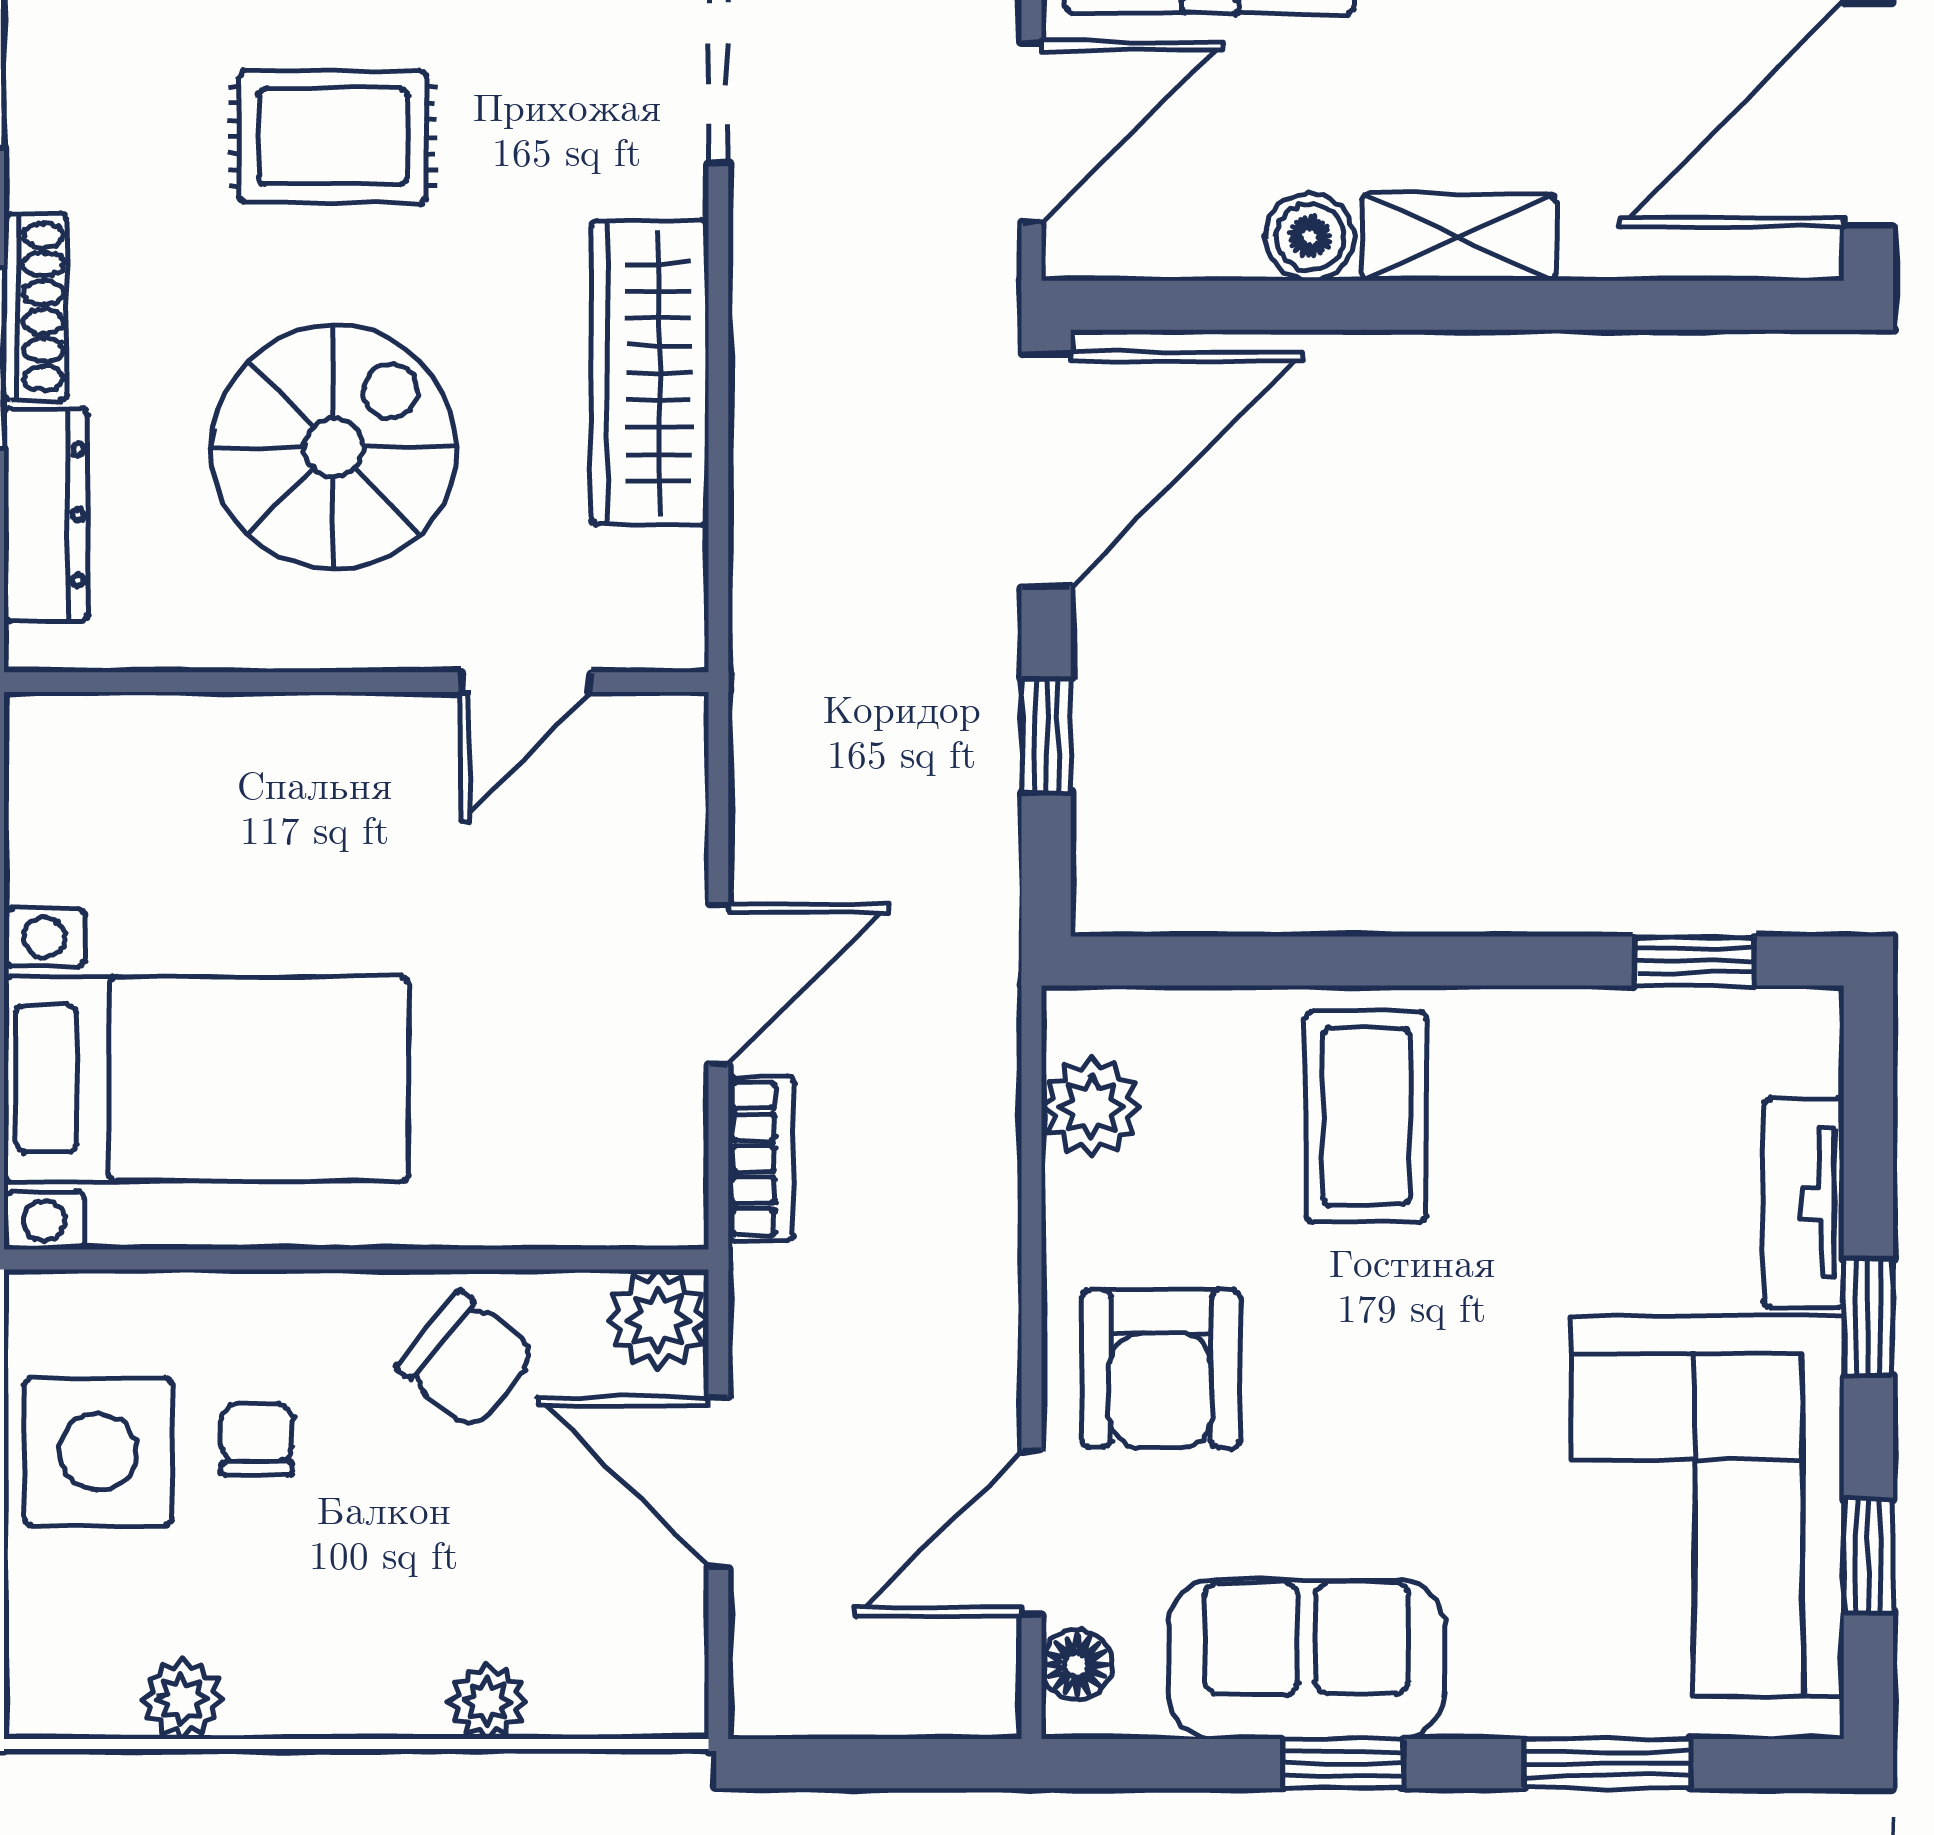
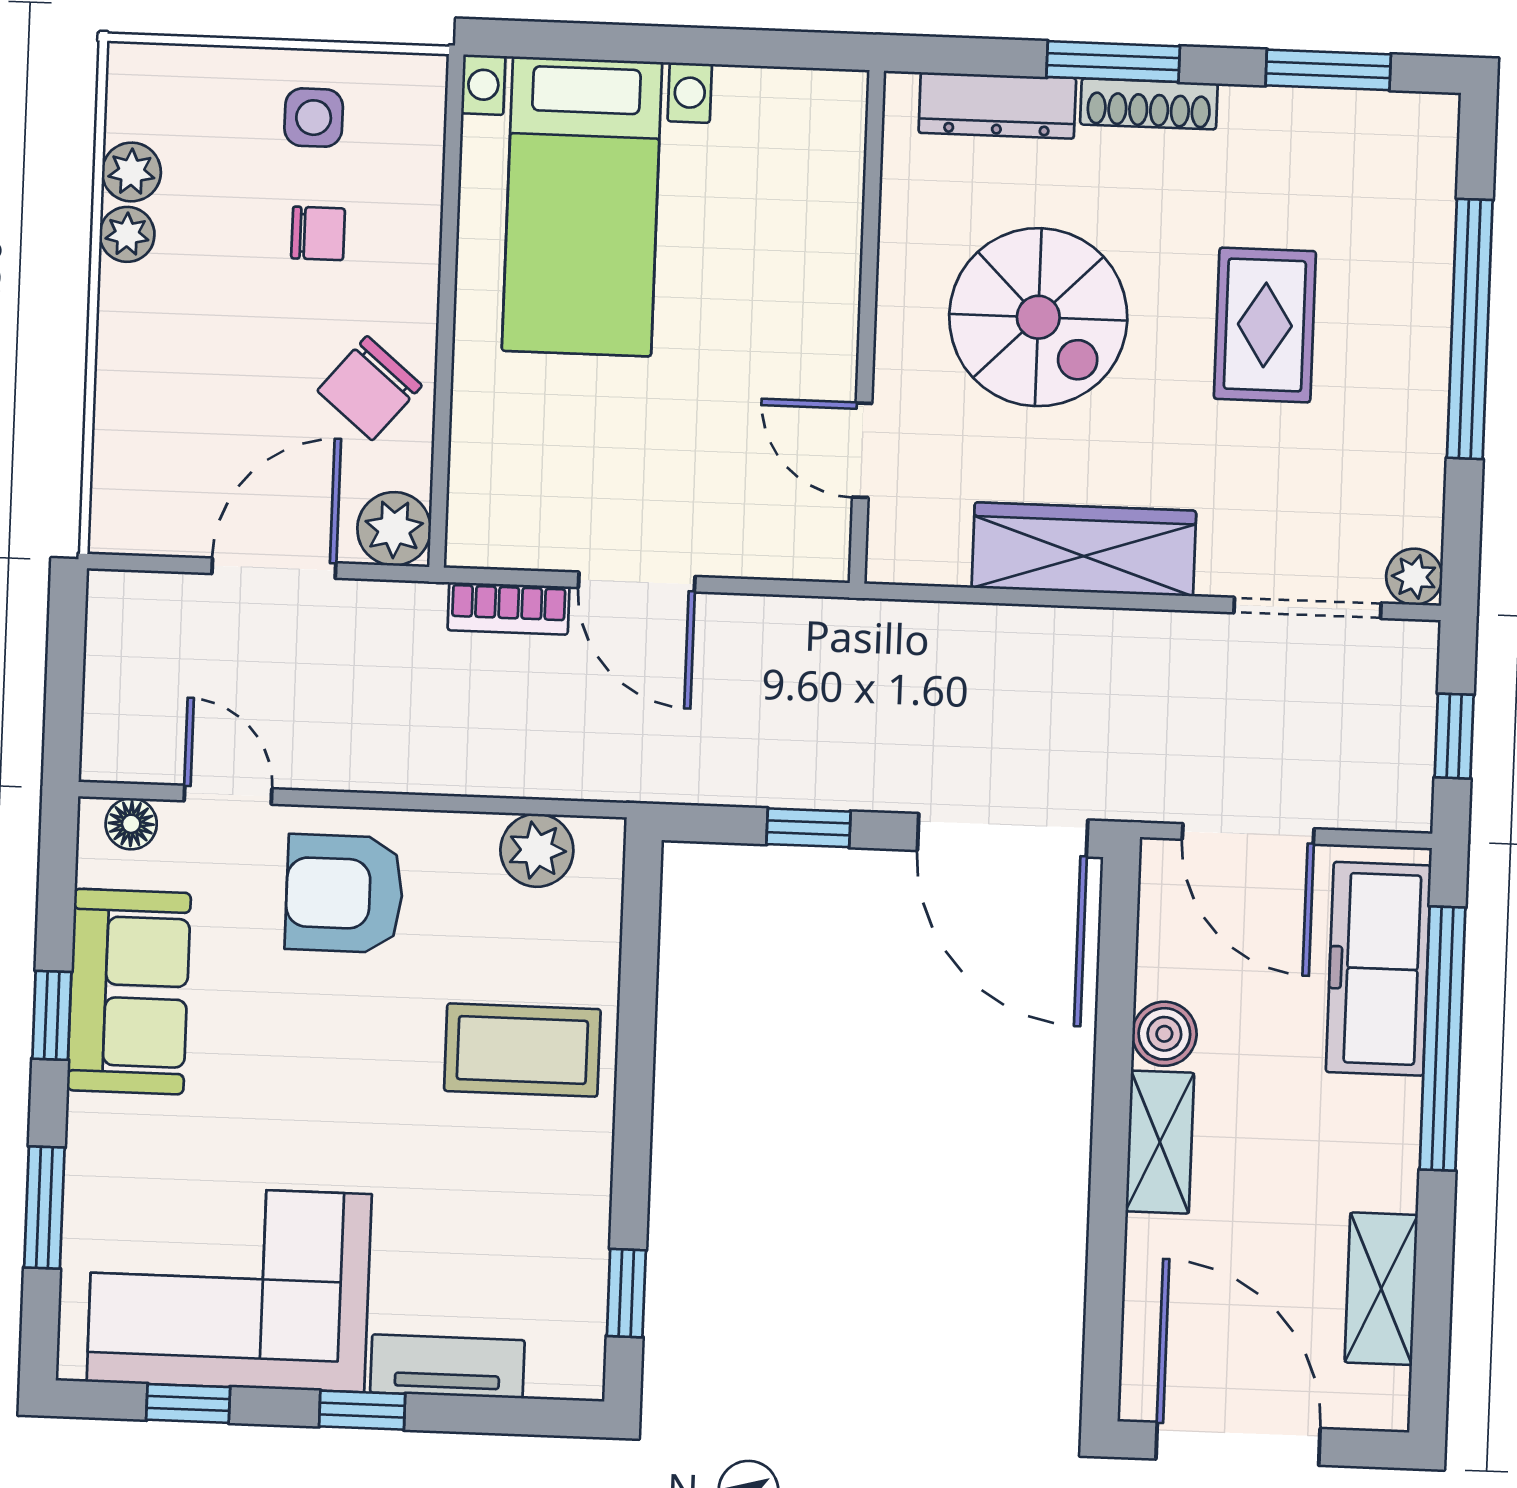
side table: (98, 1452) -> (314, 118), width x0.54, depth x0.54
door: (1032, 1533) -> (228, 795), width x0.73
plant: (487, 1701) -> (127, 234), moved

